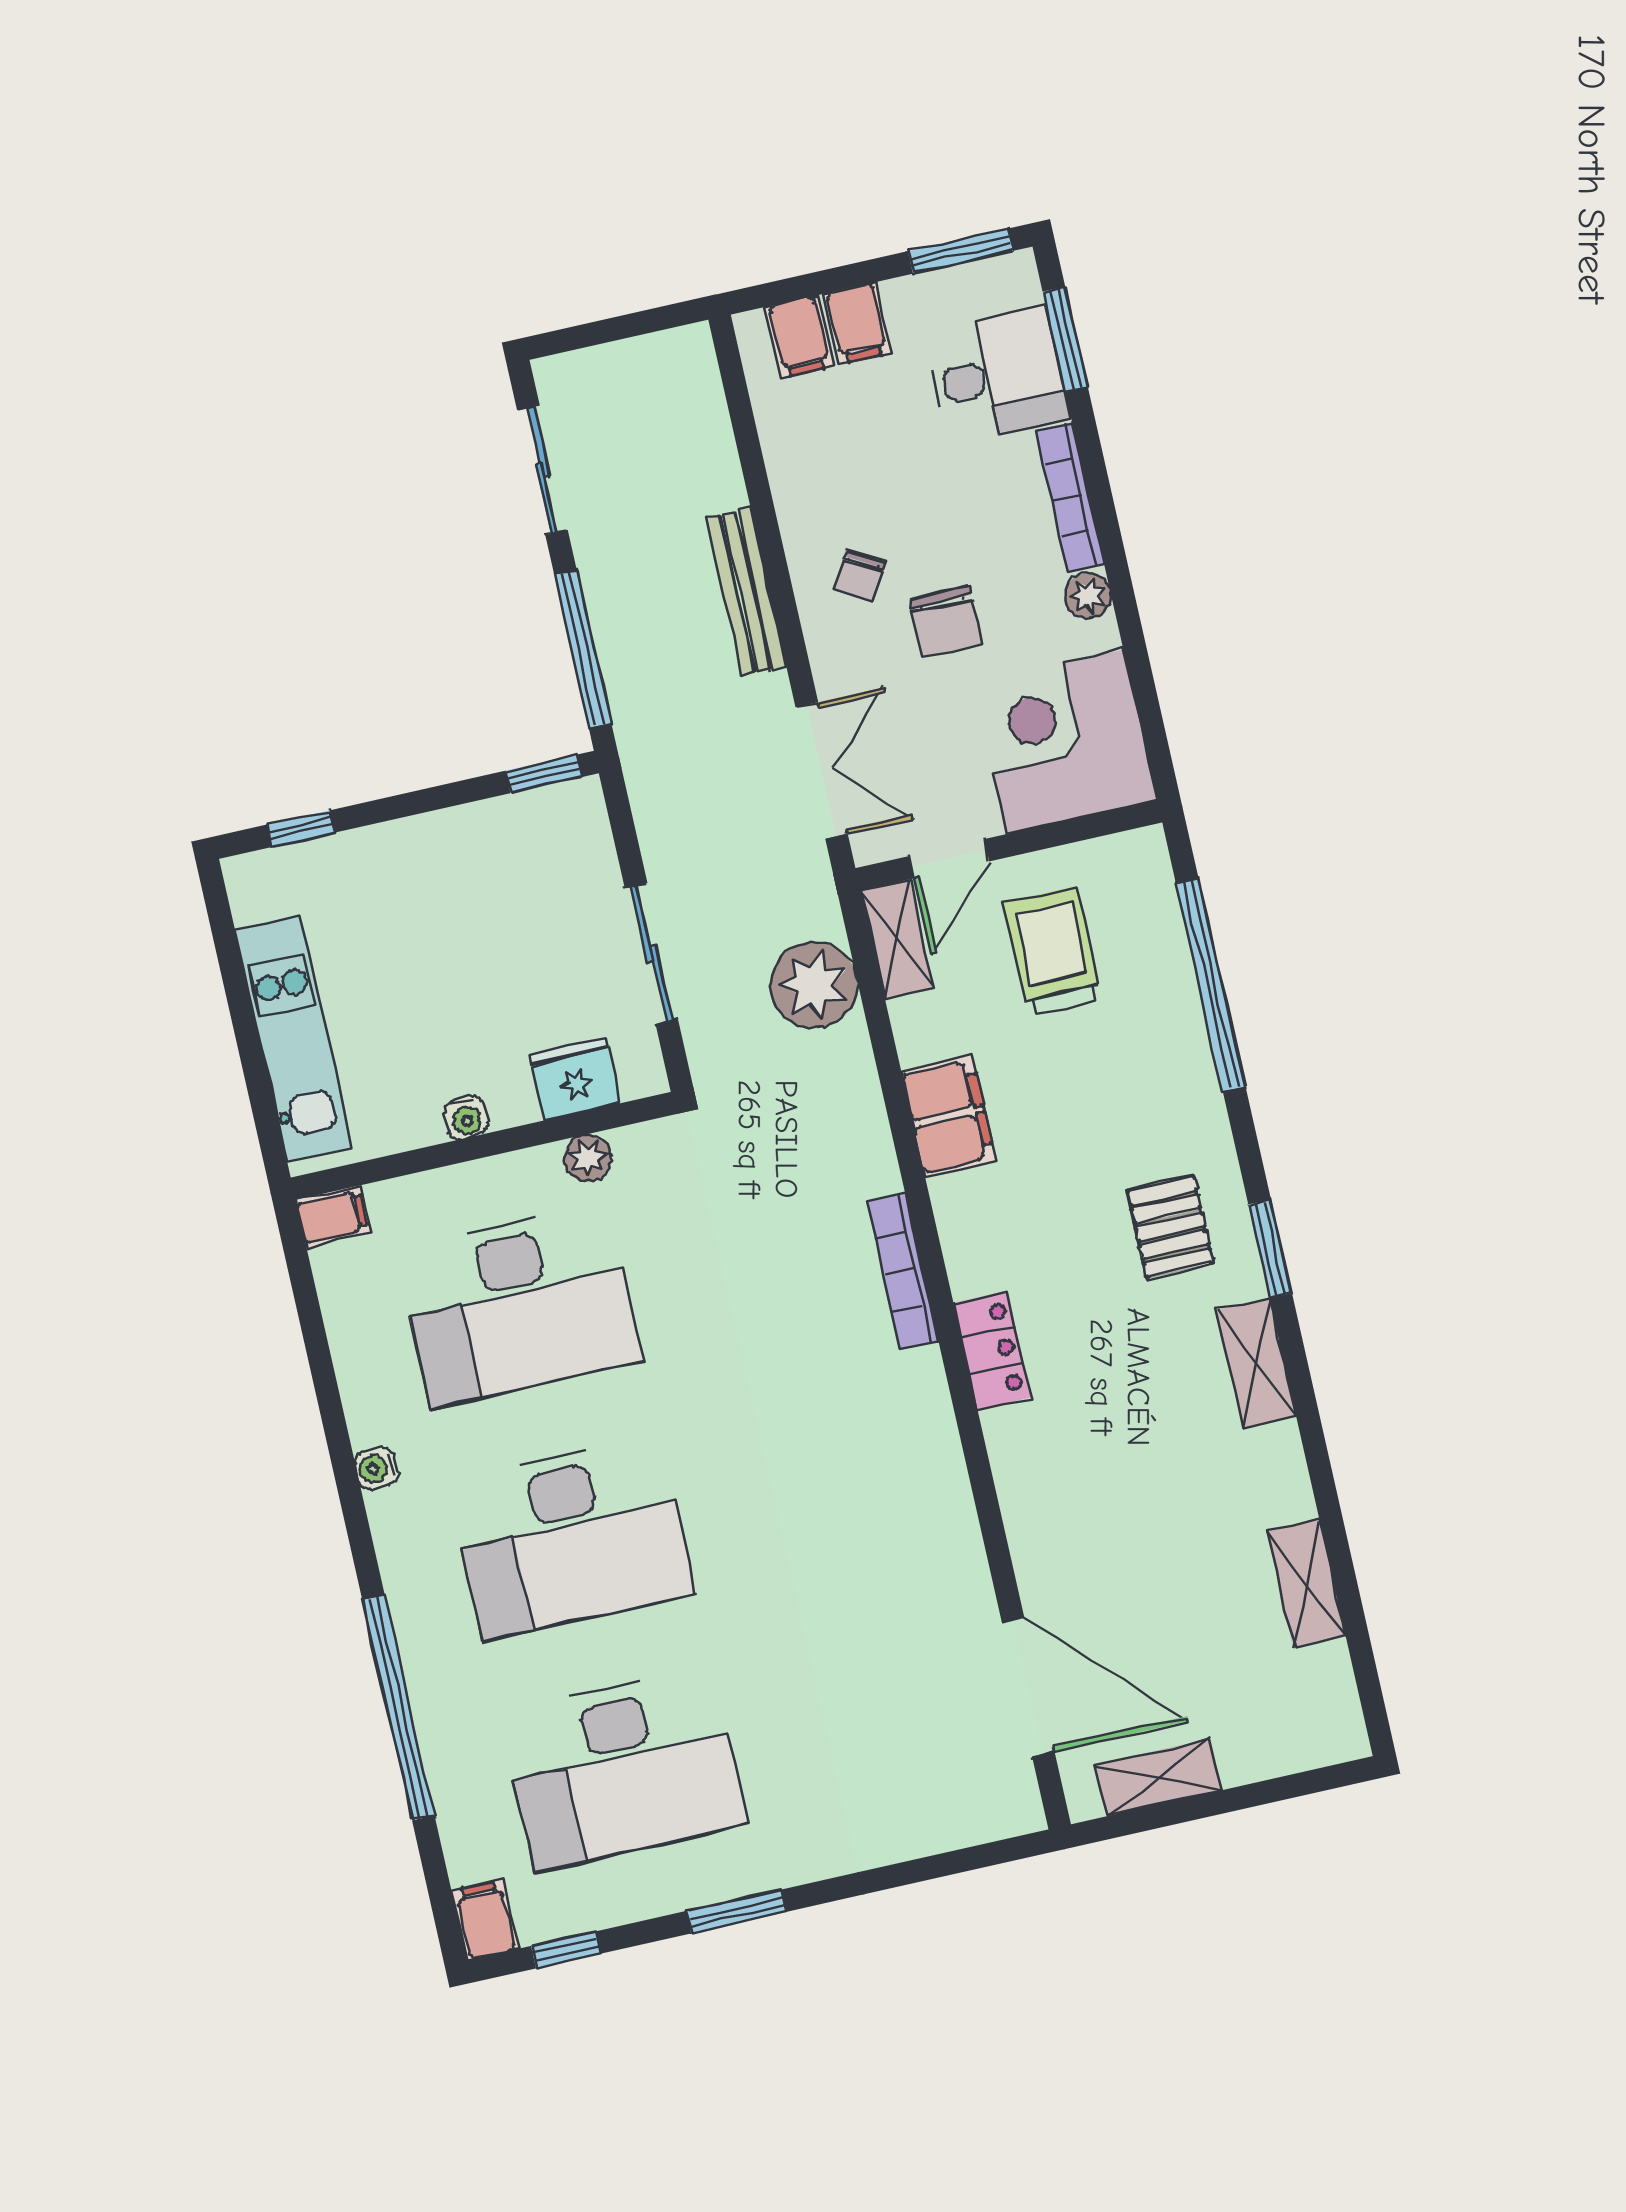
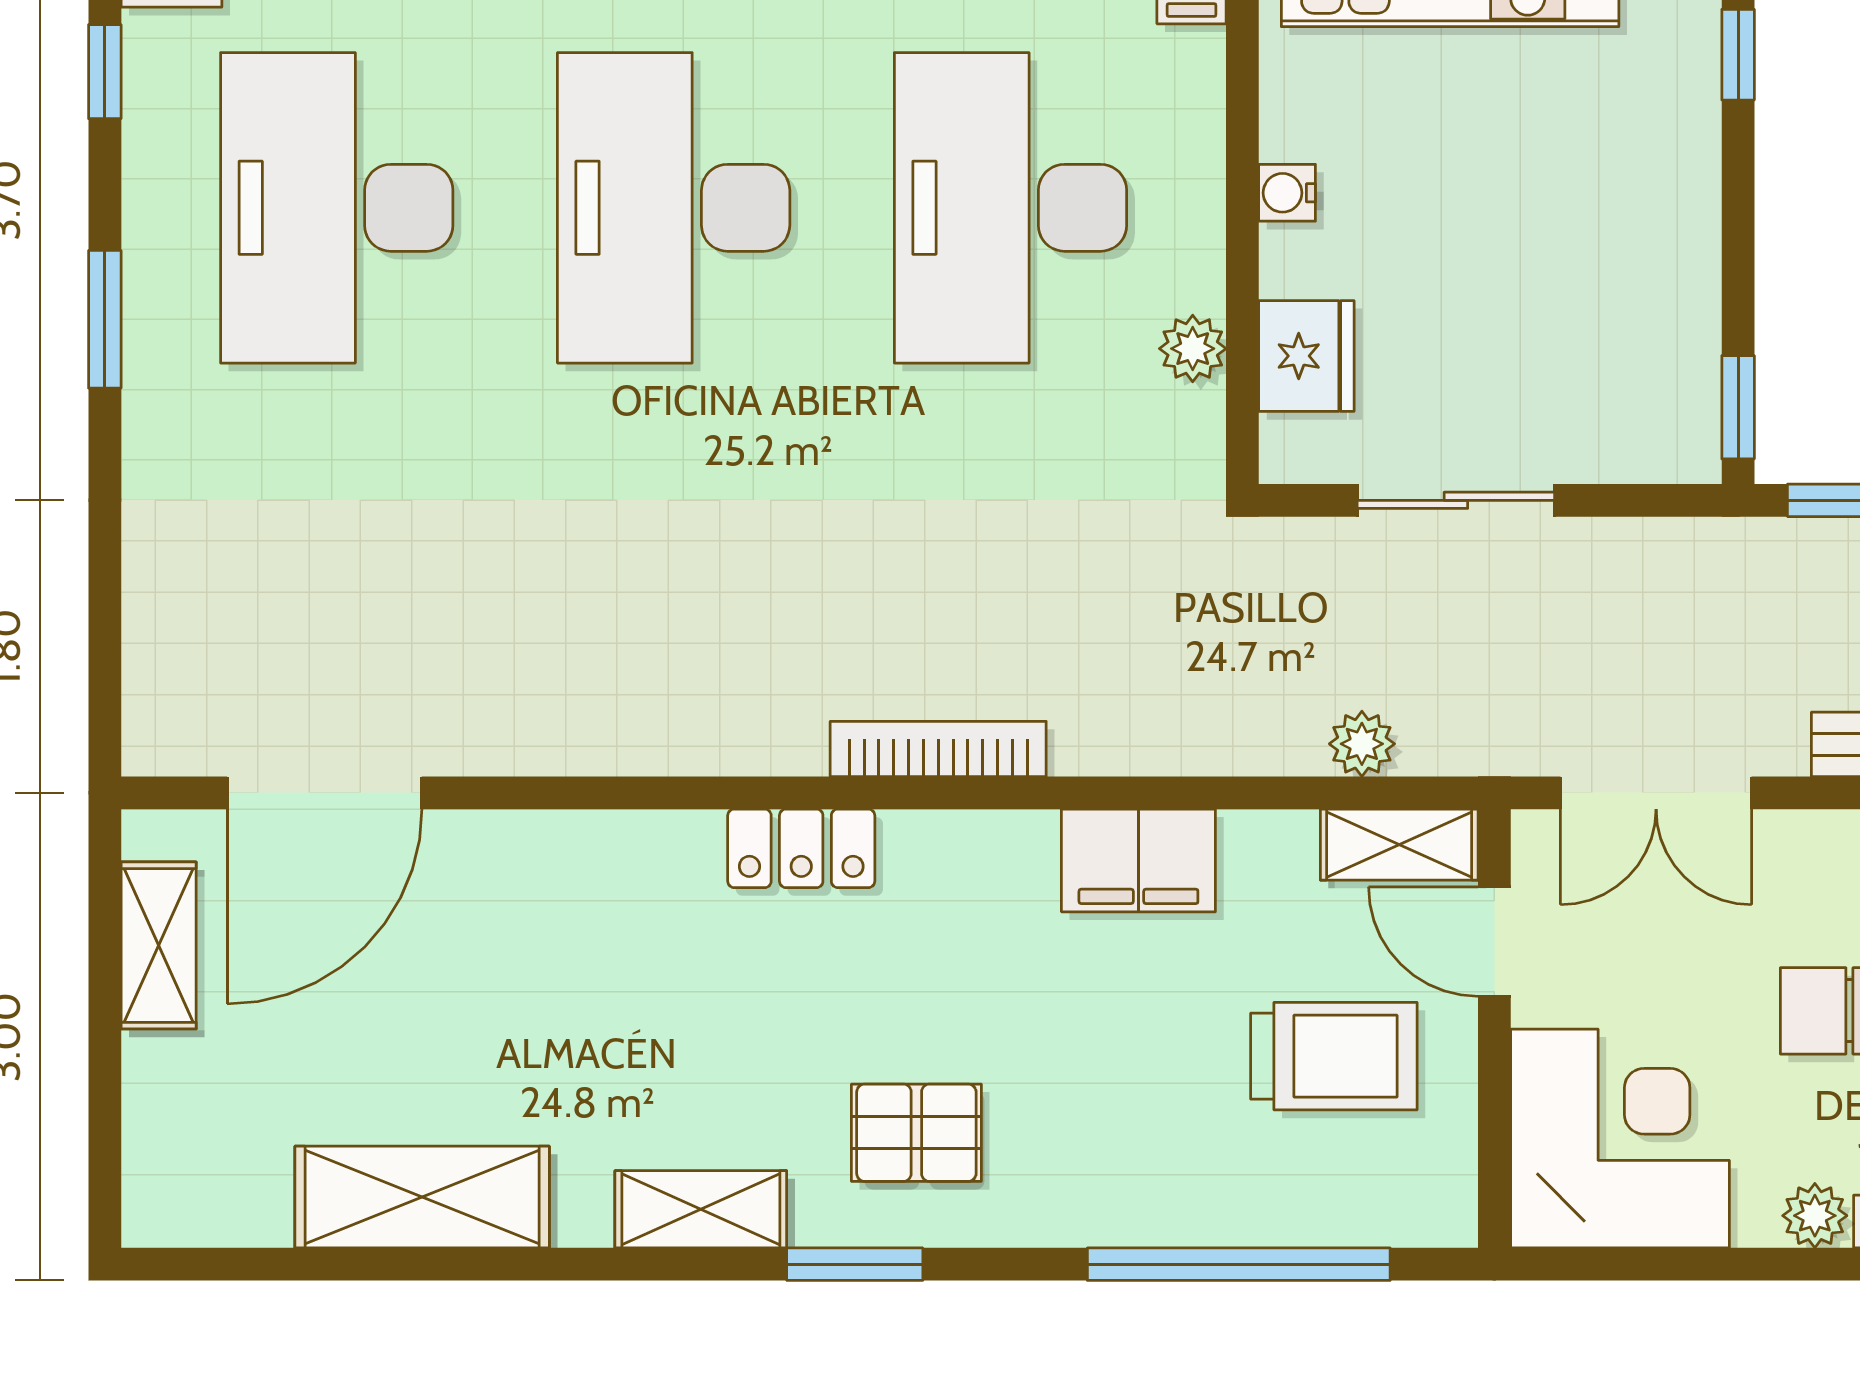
plant: (814, 985) -> (1362, 744), width x0.53, depth x0.53
shelving: (1306, 1584) -> (422, 1197), width x1.50, depth x1.33

